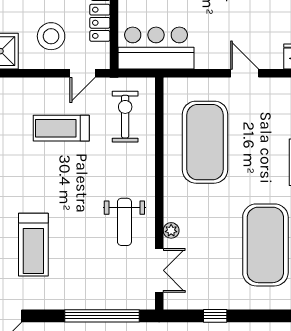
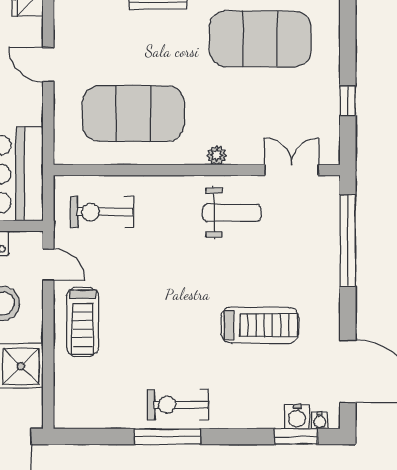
door: (245, 73) -> (48, 65), hinge flipped
treadmill: (61, 128) -> (82, 322), moved
plant: (171, 230) -> (217, 155), moved

